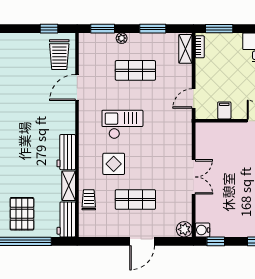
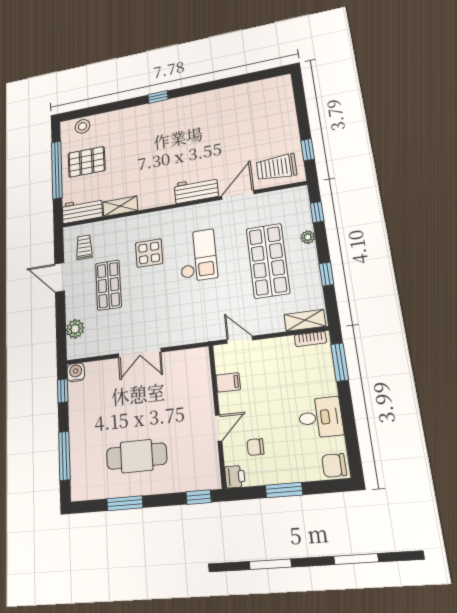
window: (103, 29) -> (317, 212), width x0.67
window: (153, 29) -> (326, 274), width x0.67
shop shelf: (135, 70) -> (268, 261), width x1.43, depth x1.36
door: (77, 88) -> (238, 195), hinge flipped
workbench: (66, 152) -> (196, 190), moved
trolley: (89, 200) -> (84, 247), moved, turned -90
plant: (184, 229) -> (75, 329), moved
door: (142, 241) -> (60, 277), moved

